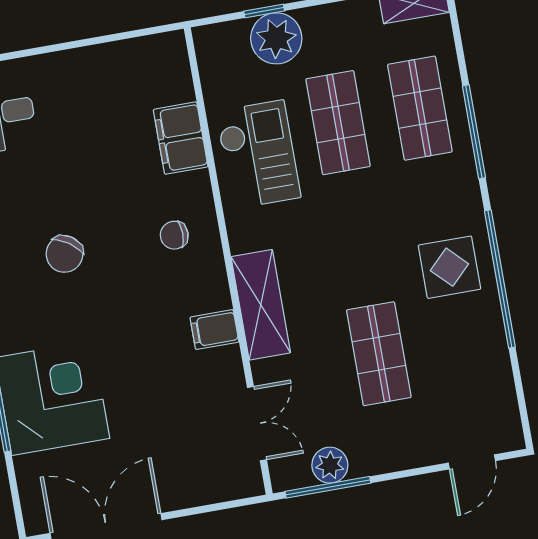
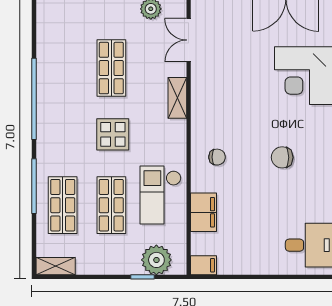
plant: (276, 38) -> (156, 260), moved
chair: (64, 254) -> (282, 157), turned -125
display table: (449, 267) -> (113, 134), moved
shelving: (261, 305) -> (177, 98), width x0.67, depth x0.75
filing cabinet: (214, 330) -> (203, 265), moved

